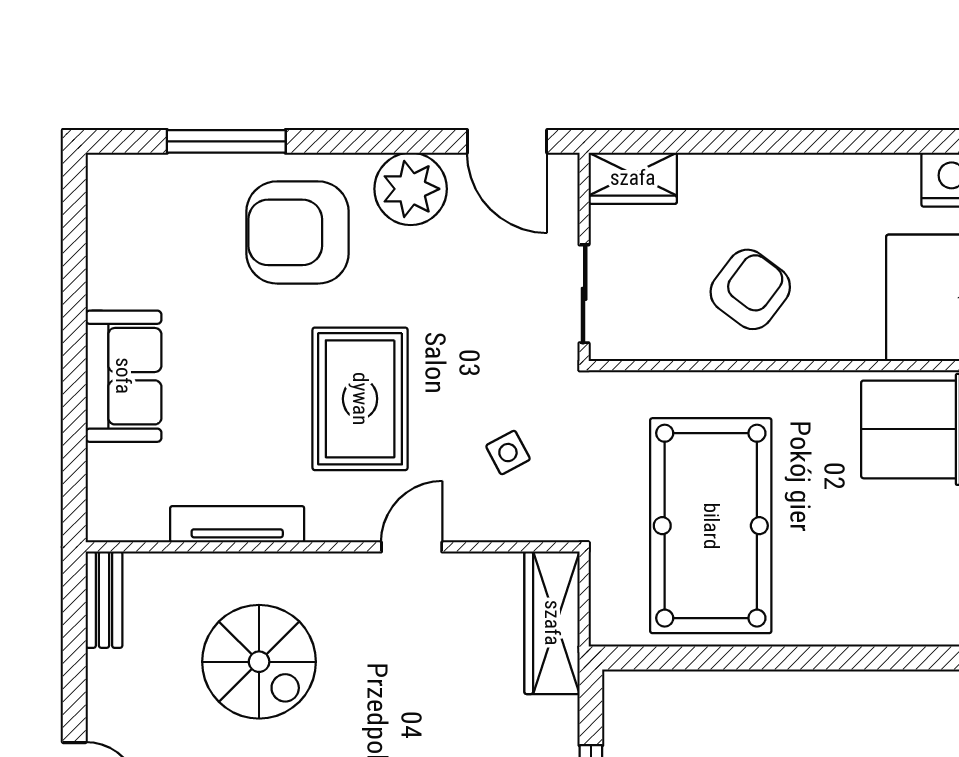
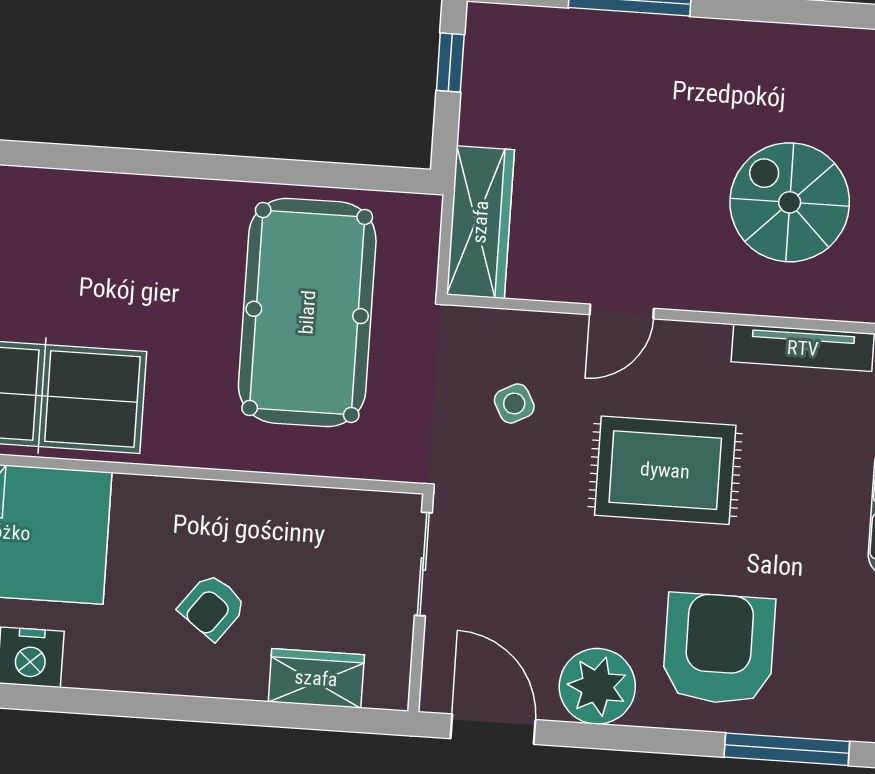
wardrobe: (633, 178) -> (316, 678), moved
armchair: (298, 232) -> (719, 649), turned -90
armchair: (750, 289) -> (212, 607), moved, width x0.72, depth x0.72
rug: (360, 399) -> (665, 470), turned 90

